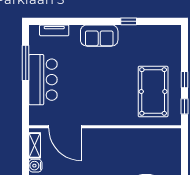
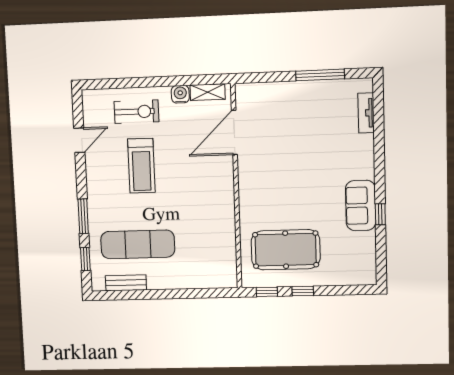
sofa: (99, 36) -> (361, 205), moved
bar counter: (43, 80) -> (298, 100), removed

